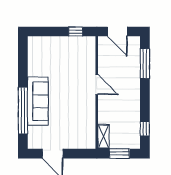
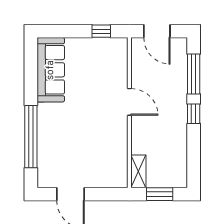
sofa: (38, 101) -> (51, 70), moved
window: (145, 129) -> (194, 114), moved

